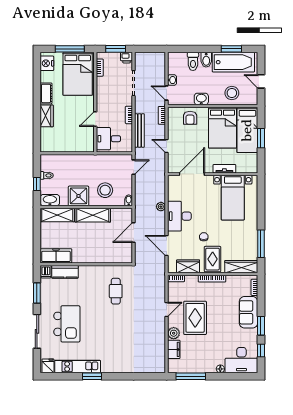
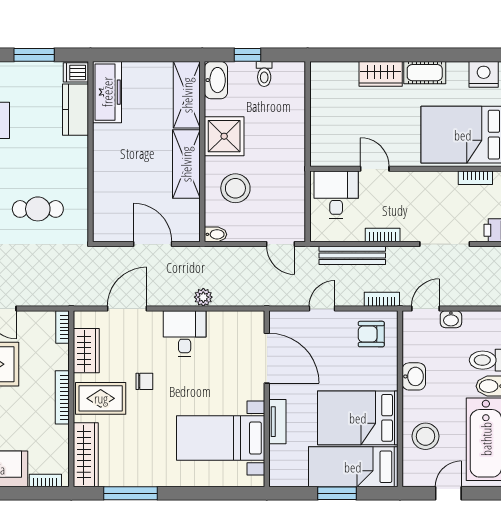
armchair: (190, 118) -> (371, 334), moved
desk: (179, 216) -> (185, 334), width x0.73

